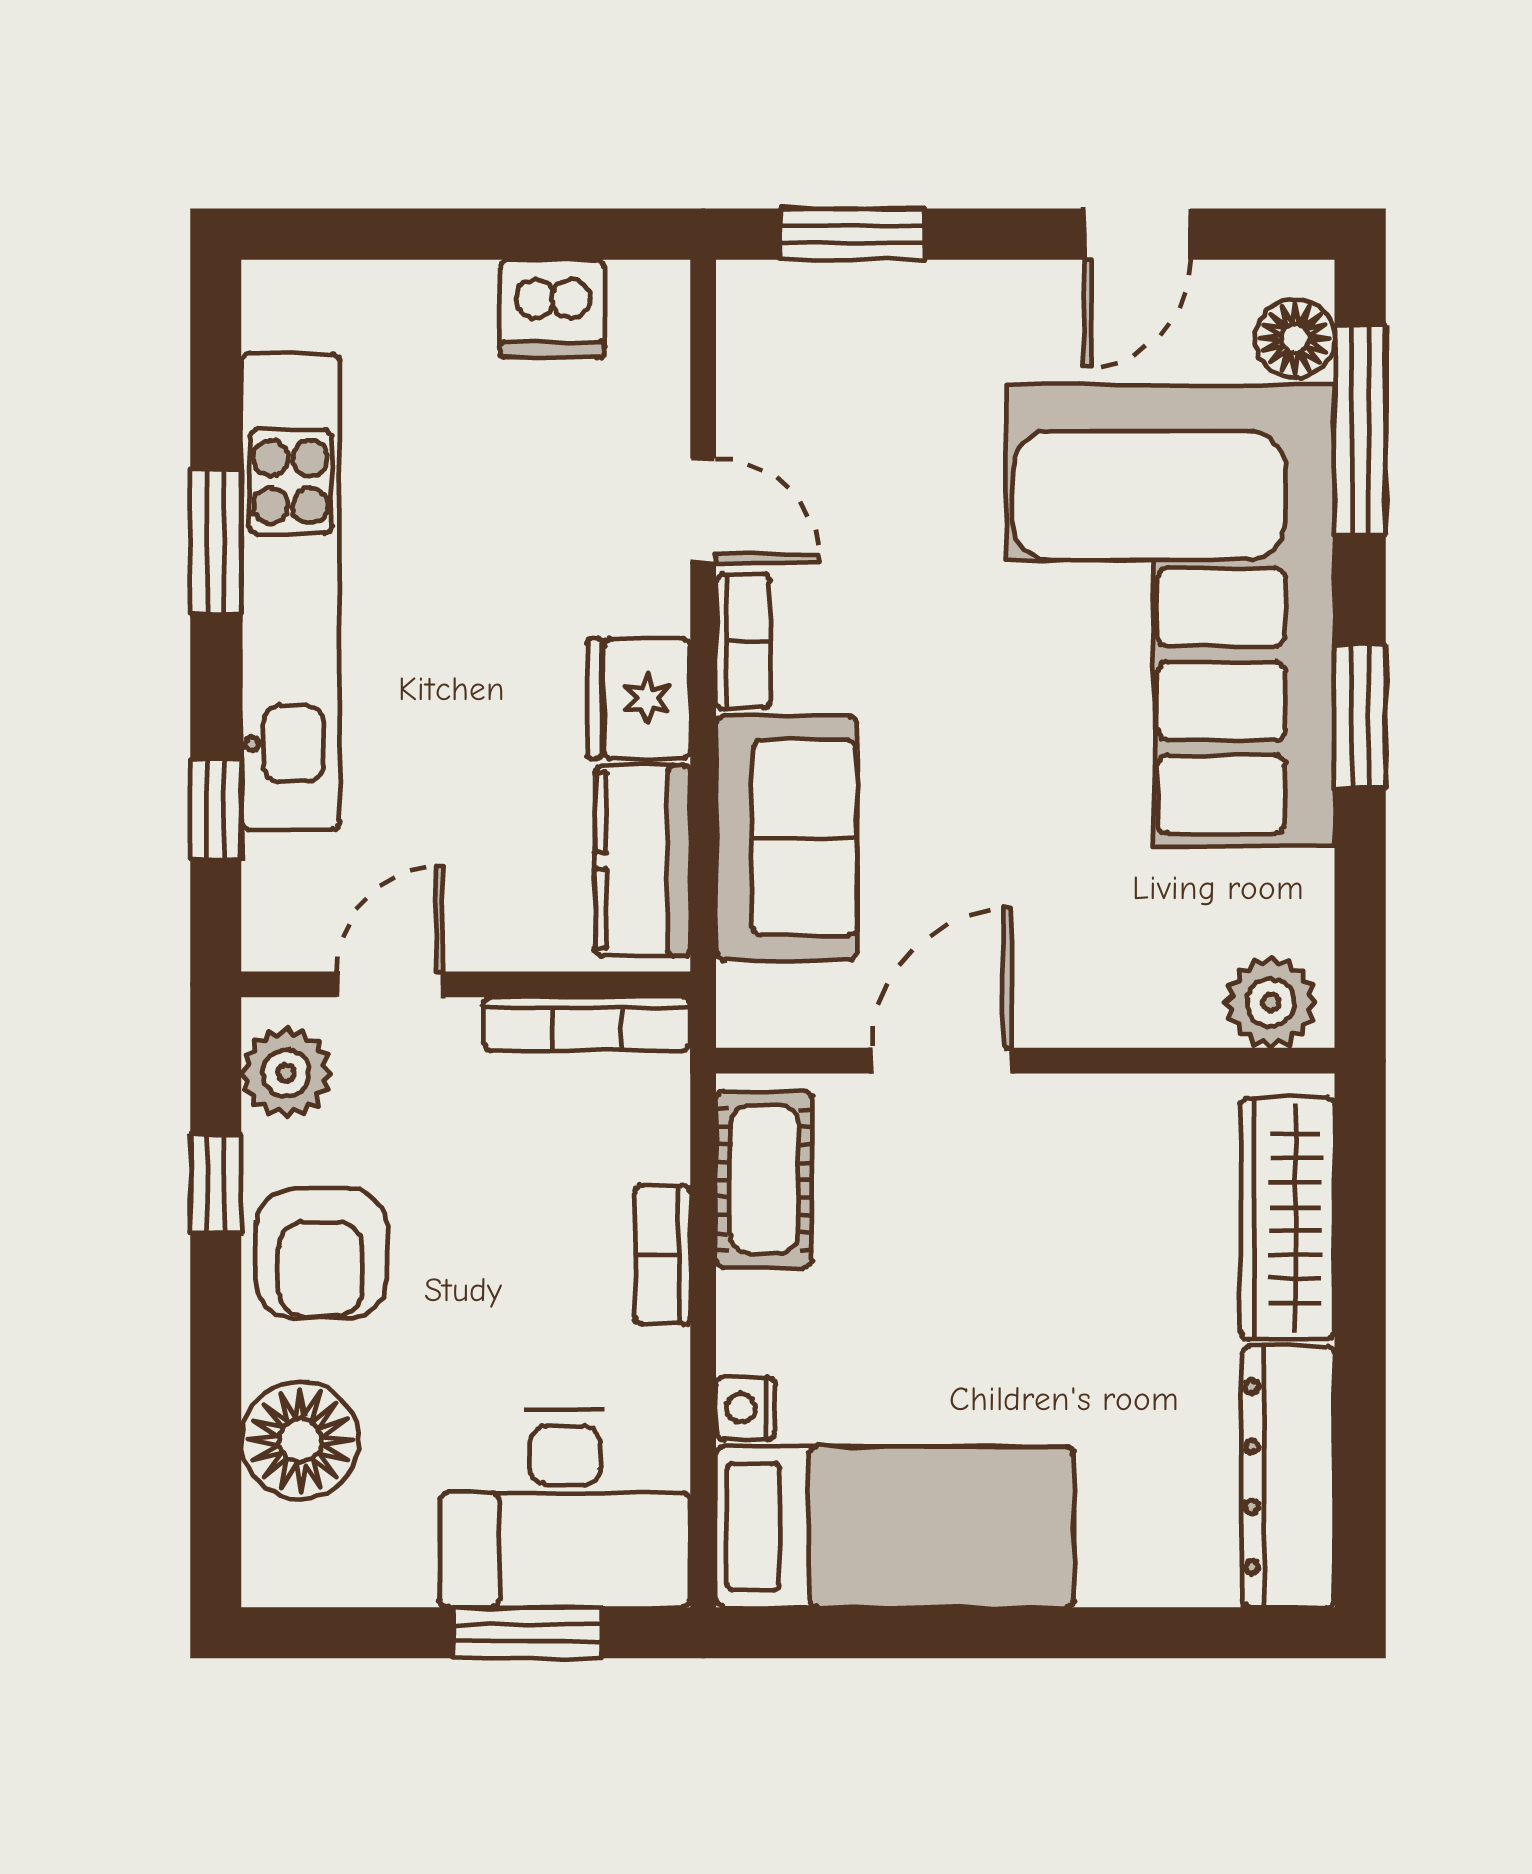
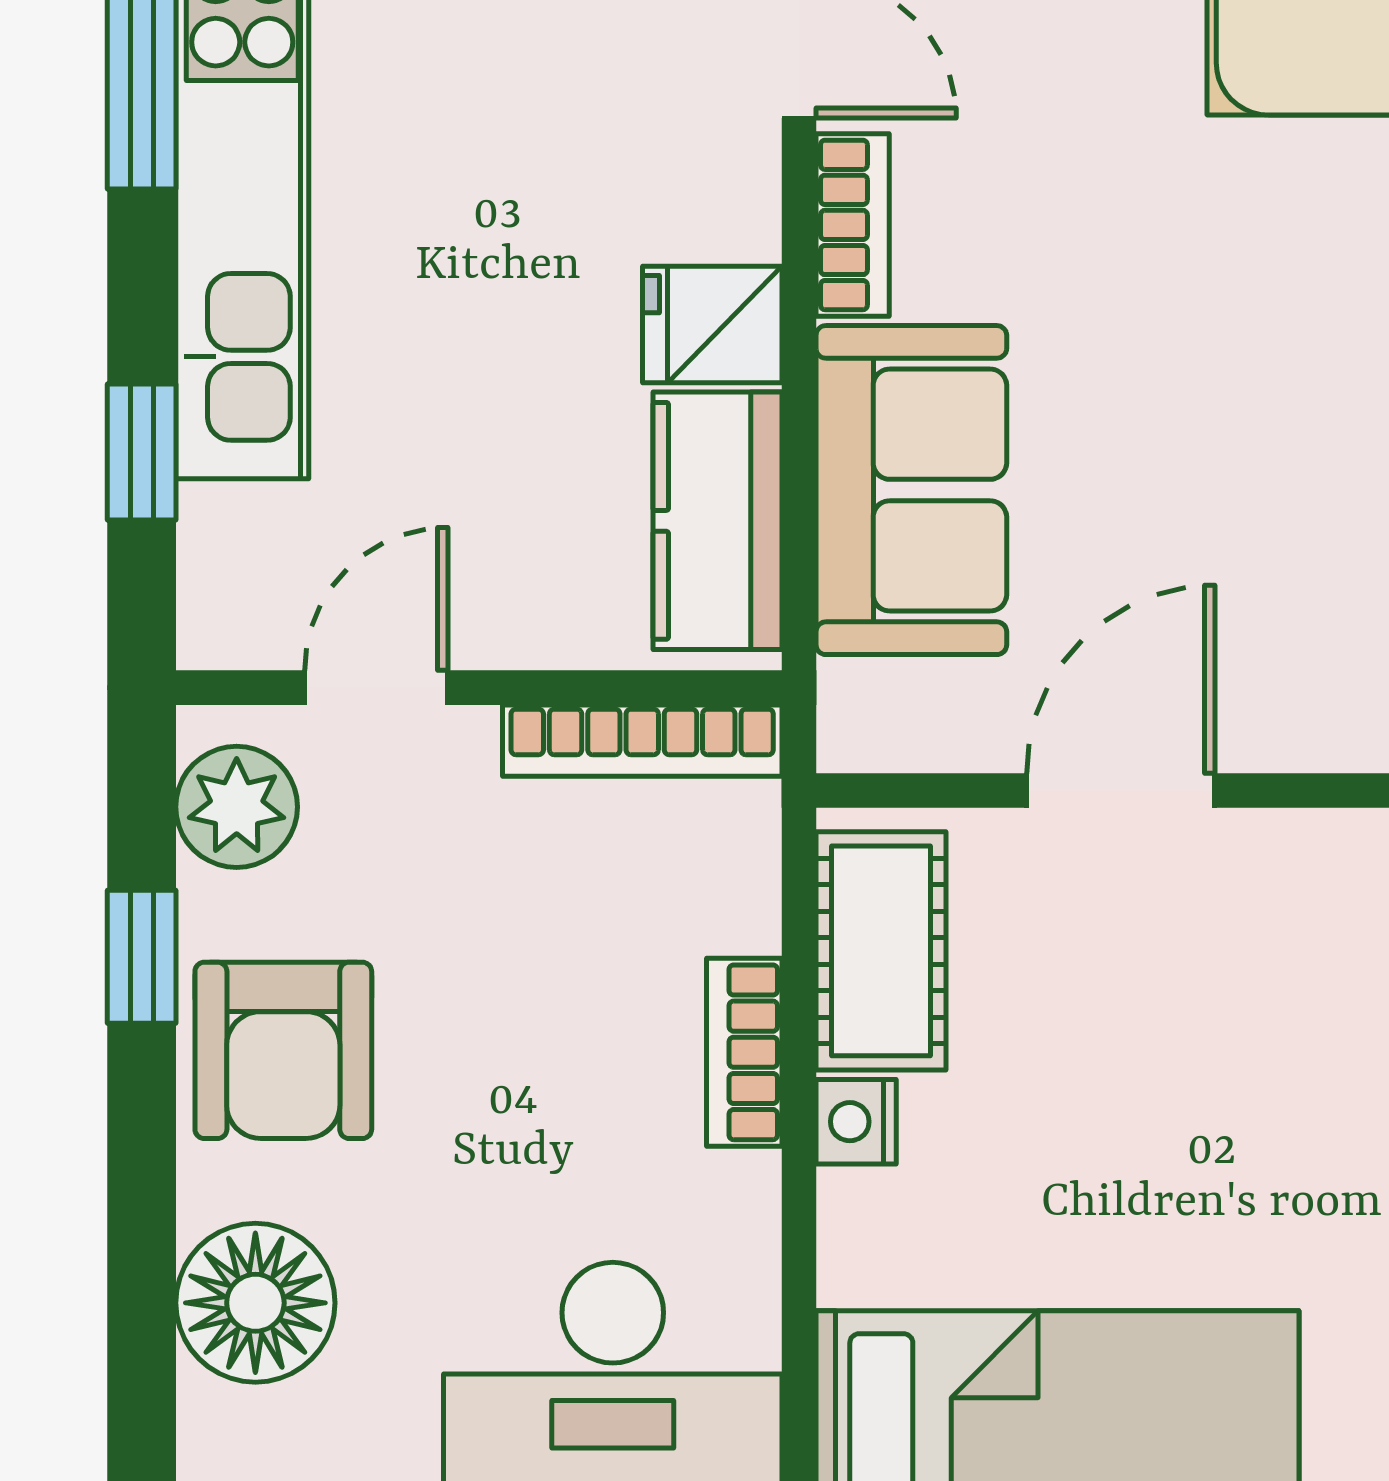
fridge: (639, 698) -> (712, 324), width x0.72
nightstand: (746, 1408) -> (856, 1122), moved

